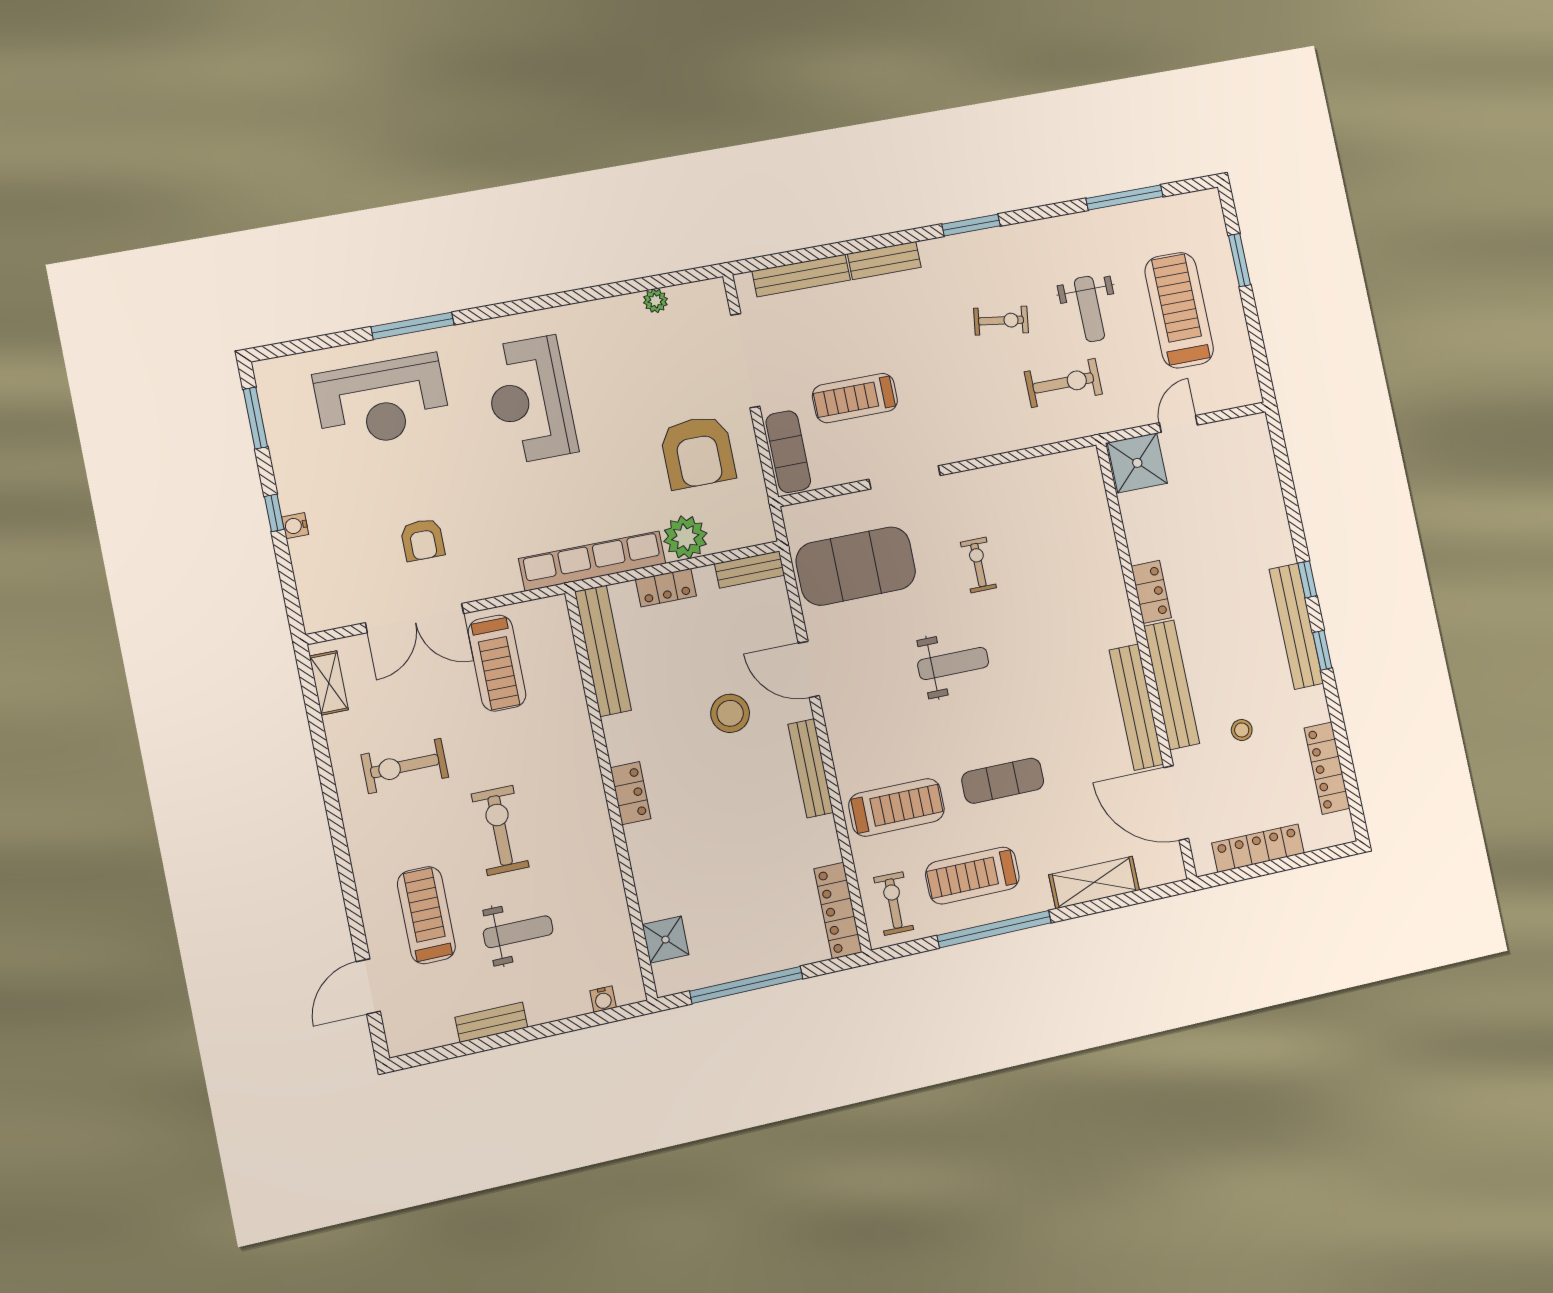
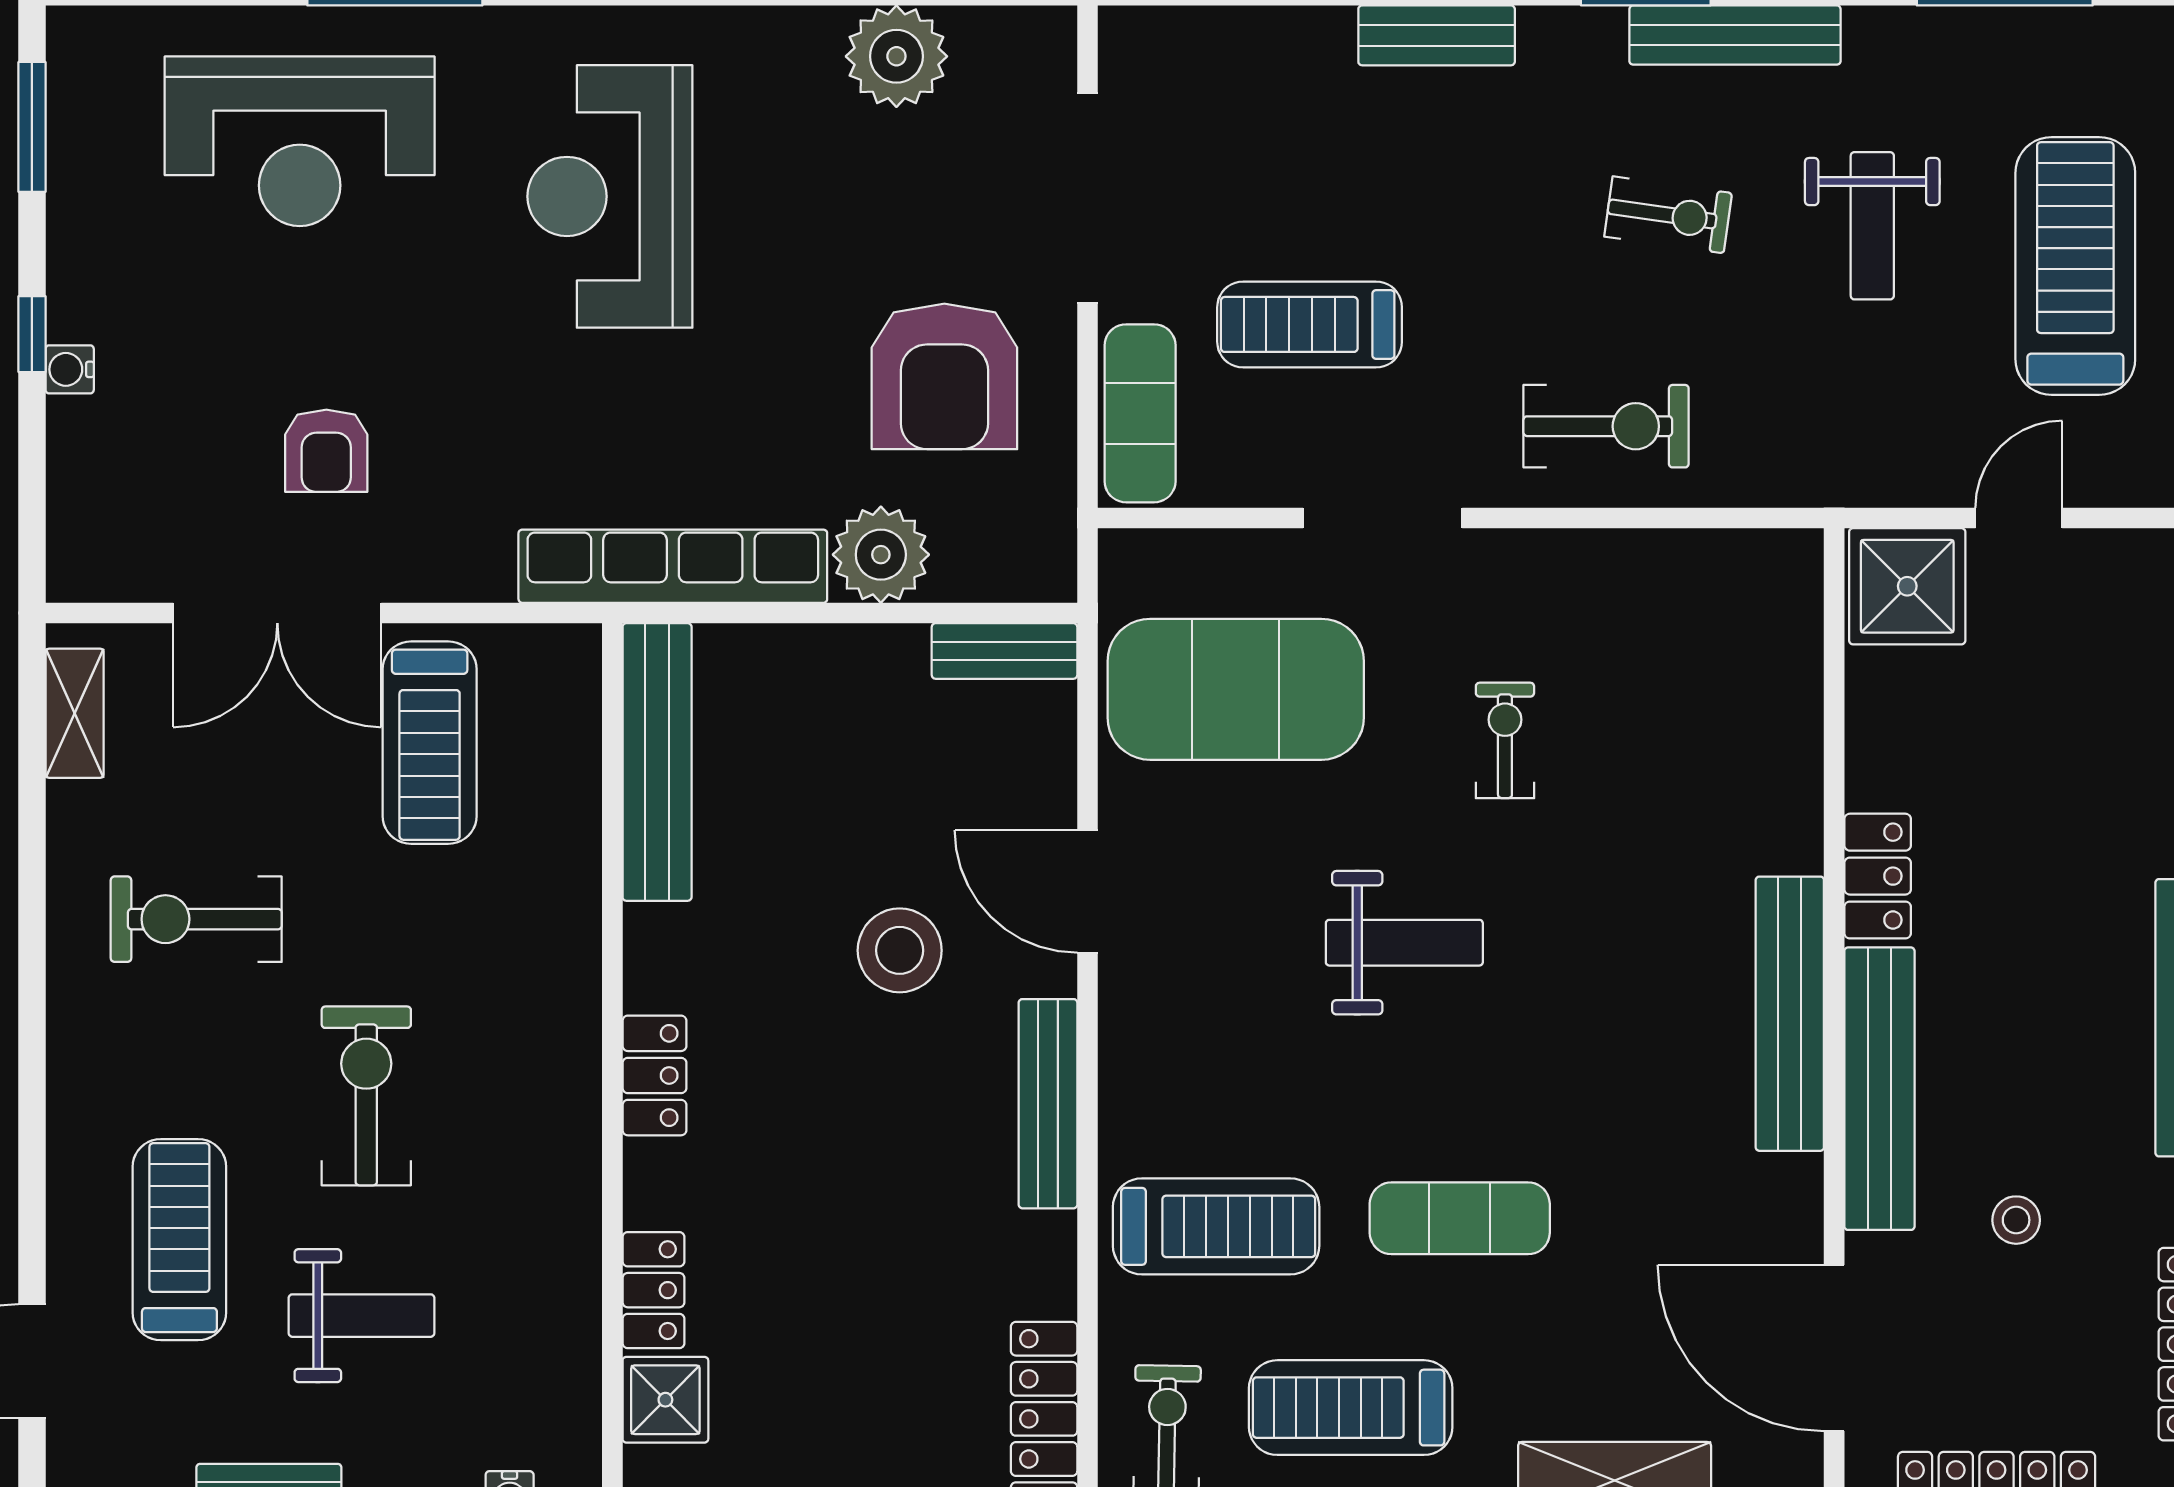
bench: (801, 275) -> (1735, 35), moved
plant: (655, 301) -> (896, 56), width x1.87, depth x1.87
exercise bike: (1063, 383) -> (1606, 426), moved
locker: (666, 588) -> (653, 1290), moved, turned -90
bench: (1136, 707) -> (1790, 1014), moved

